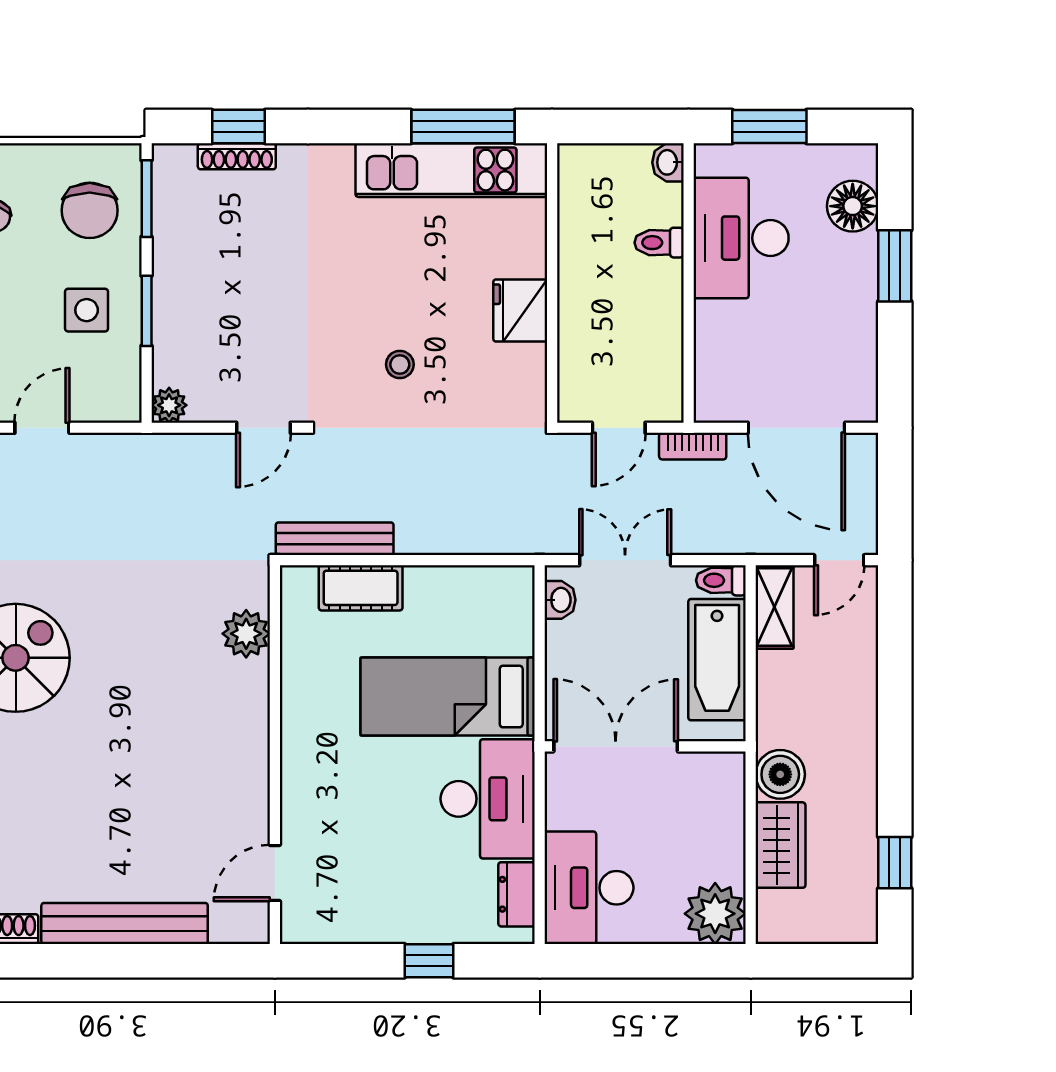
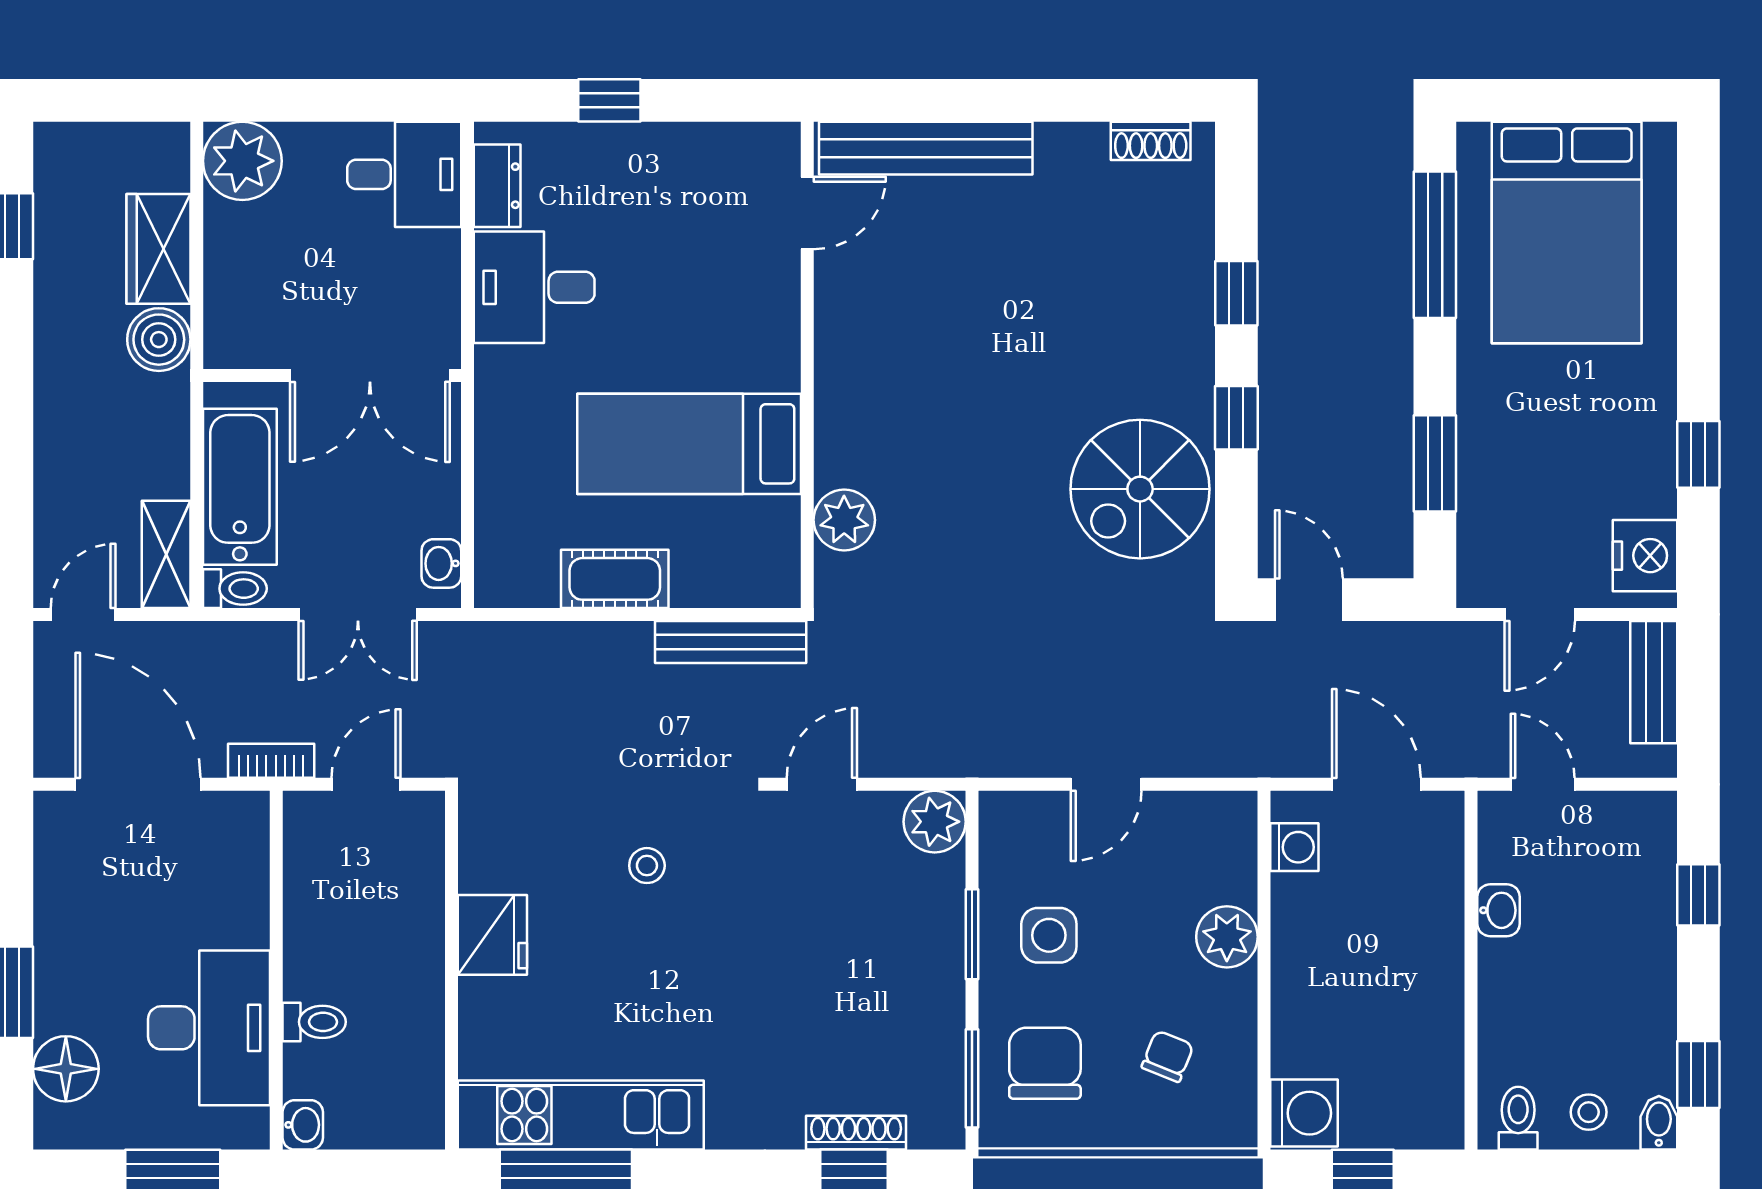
plant: (169, 405) -> (935, 822), width x1.38, depth x1.38
cot: (361, 588) -> (615, 579), moved
bed: (448, 697) -> (689, 444), moved, turned 180
desk: (488, 799) -> (534, 287), width x0.73
desk: (589, 888) -> (404, 174), width x0.73
bench: (125, 924) -> (926, 148), moved

